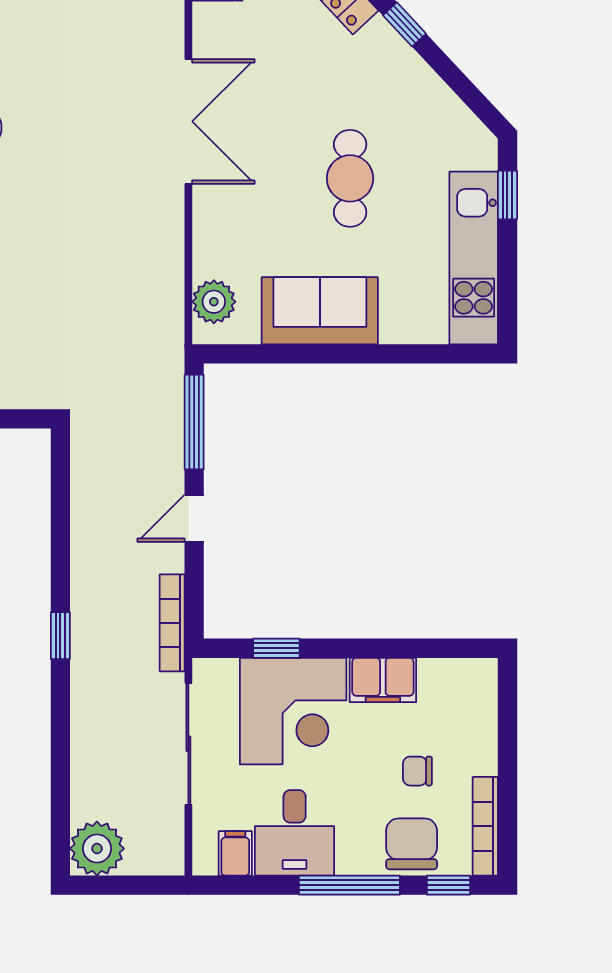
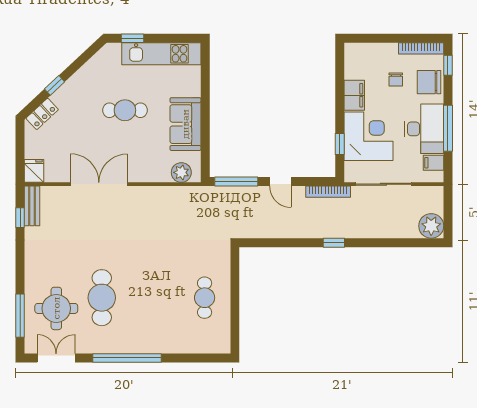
desk: (295, 833) -> (424, 129), width x1.37
window: (349, 885) -> (448, 128), moved

